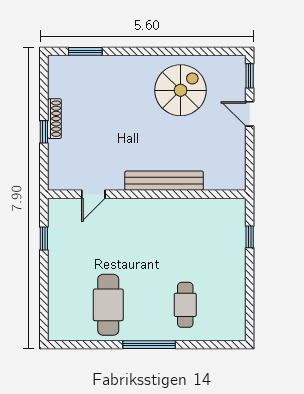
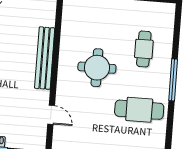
round table: (157, 248) -> (97, 68), added
cafe table: (185, 305) -> (144, 49), turned 90

